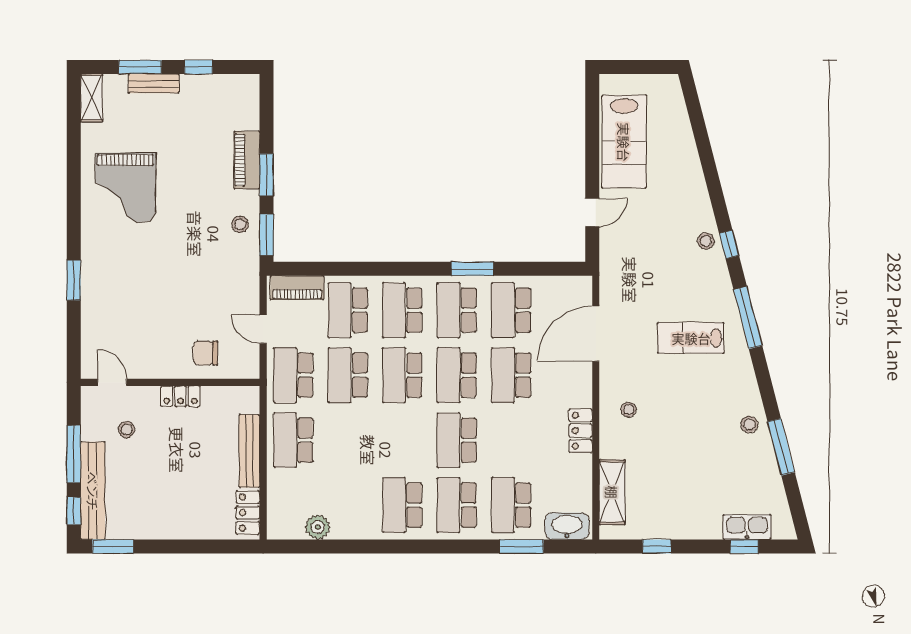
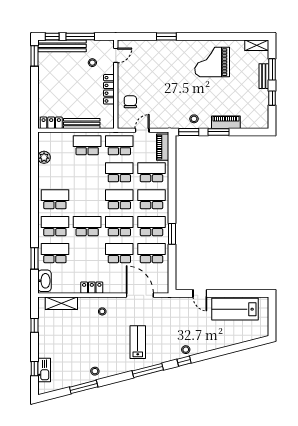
locker: (180, 396) -> (109, 89), width x1.53

